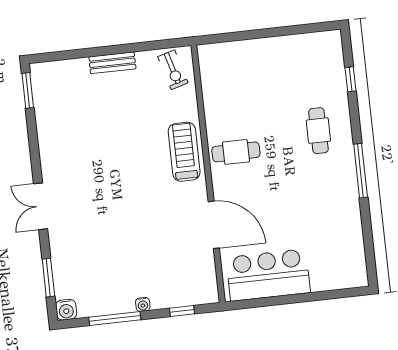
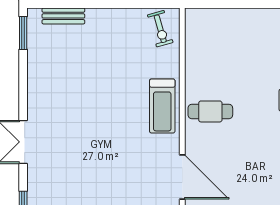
bench: (112, 63) -> (63, 16), moved
treadmill: (184, 152) -> (162, 106), turned 180

